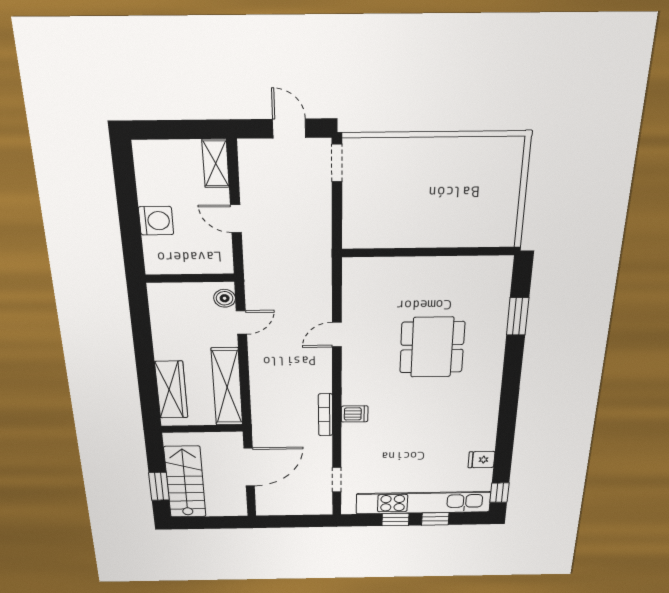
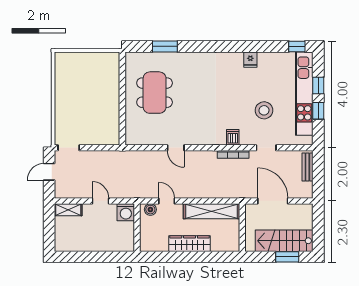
door: (236, 219) -> (101, 201), swing flipped
washing machine: (156, 221) -> (126, 212), moved, turned 180
dining table: (432, 347) -> (155, 93), moved, turned 90
wardrobe: (171, 390) -> (190, 244), moved
stool: (398, 454) -> (264, 110), added
fridge: (481, 460) -> (250, 60), moved
doorway: (337, 480) -> (266, 148), moved
bench: (306, 508) -> (307, 167), added

